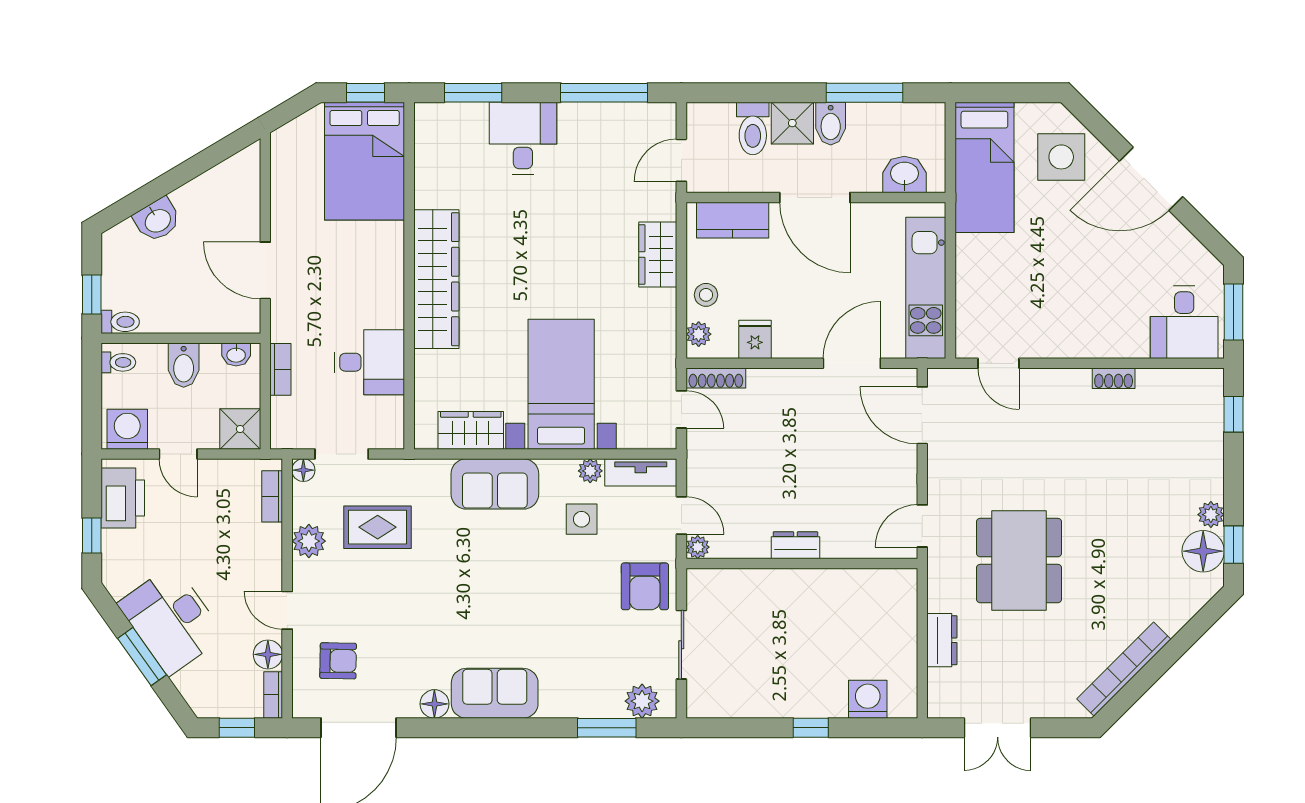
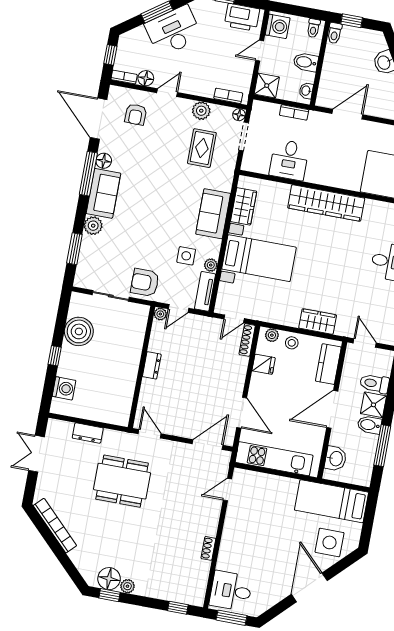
boiler: (758, 691) -> (79, 331), added
plant: (642, 701) -> (93, 226), moved
window: (463, 728) -> (88, 174), added

